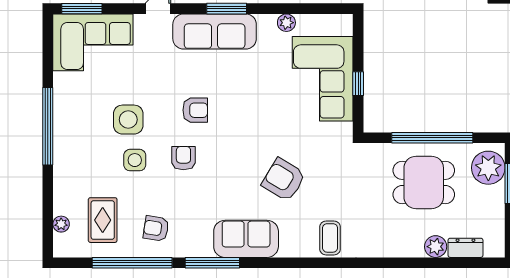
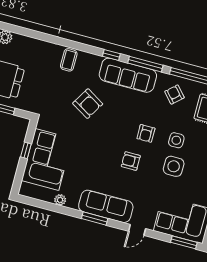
armchair: (156, 228) -> (175, 95), turned -141
sofa: (246, 239) -> (128, 75), width x1.36
window: (267, 263) -> (111, 55), added

